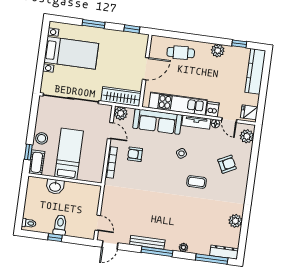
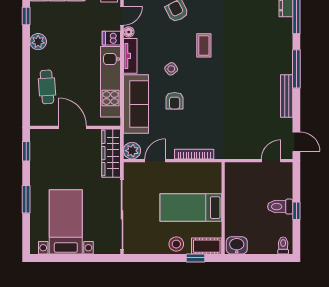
armchair: (135, 154) -> (175, 101), moved
washbasin: (55, 187) -> (237, 245), moved, turned -90
plant: (183, 247) -> (287, 50), removed
window: (157, 251) -> (296, 69), moved

